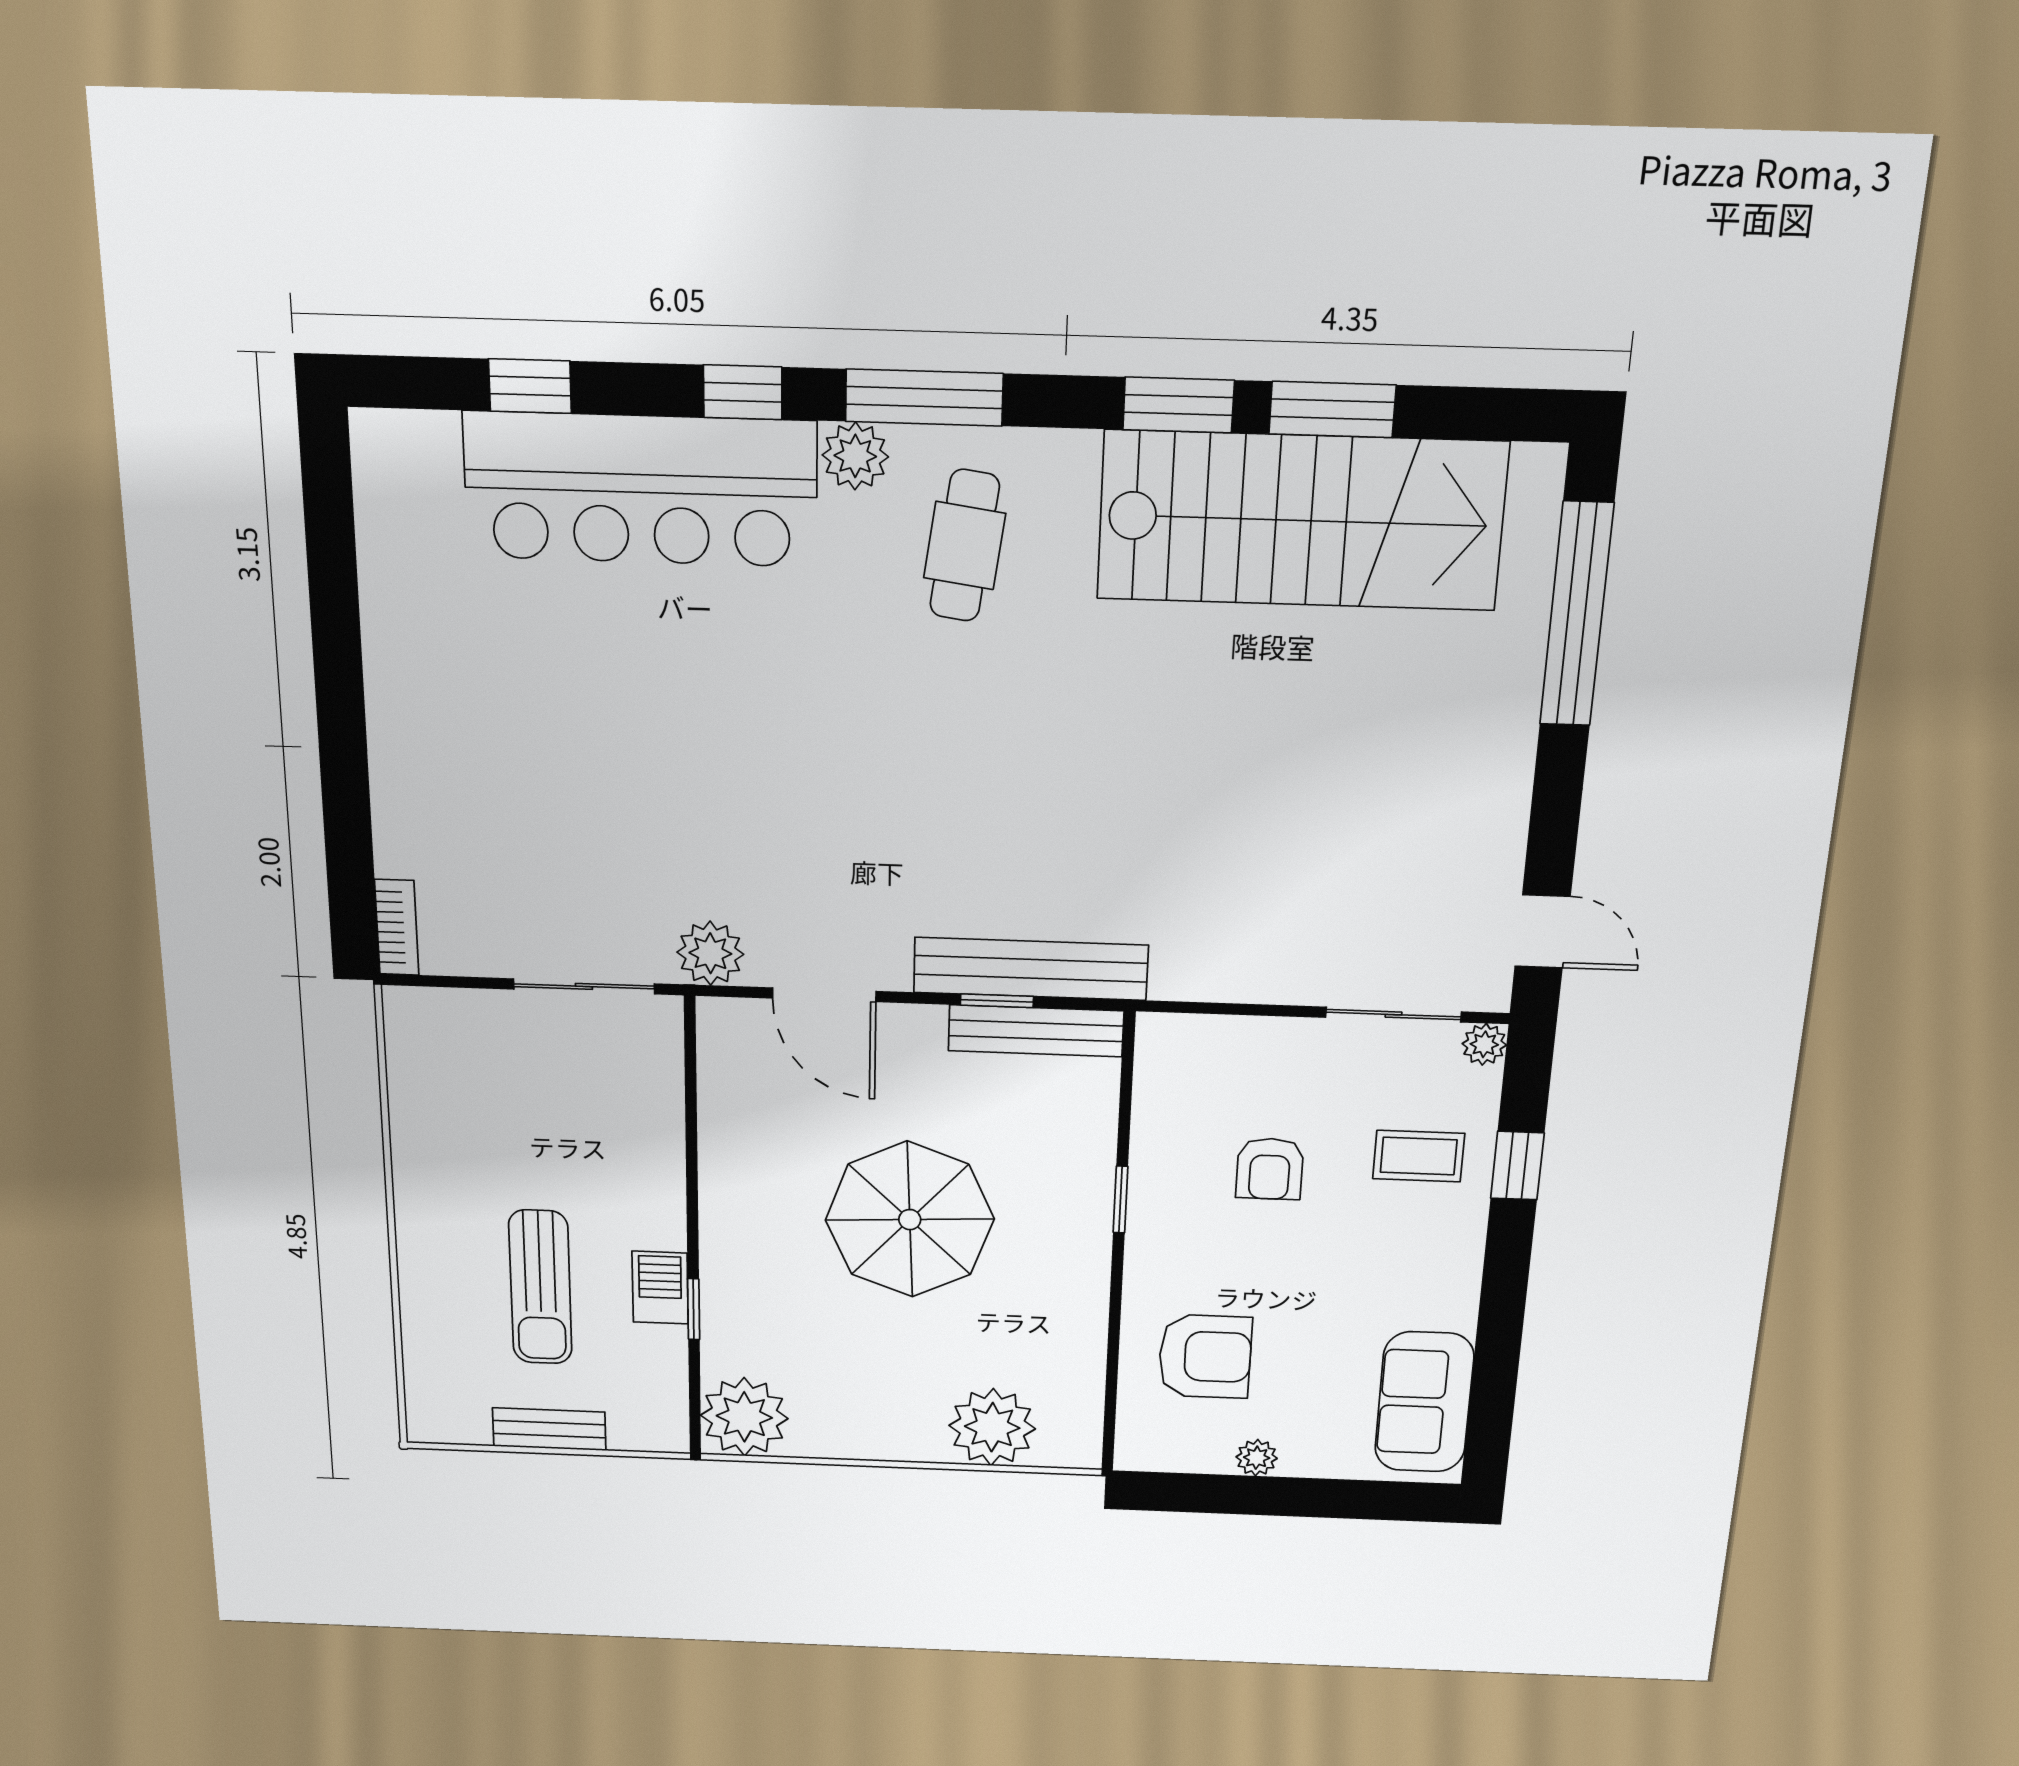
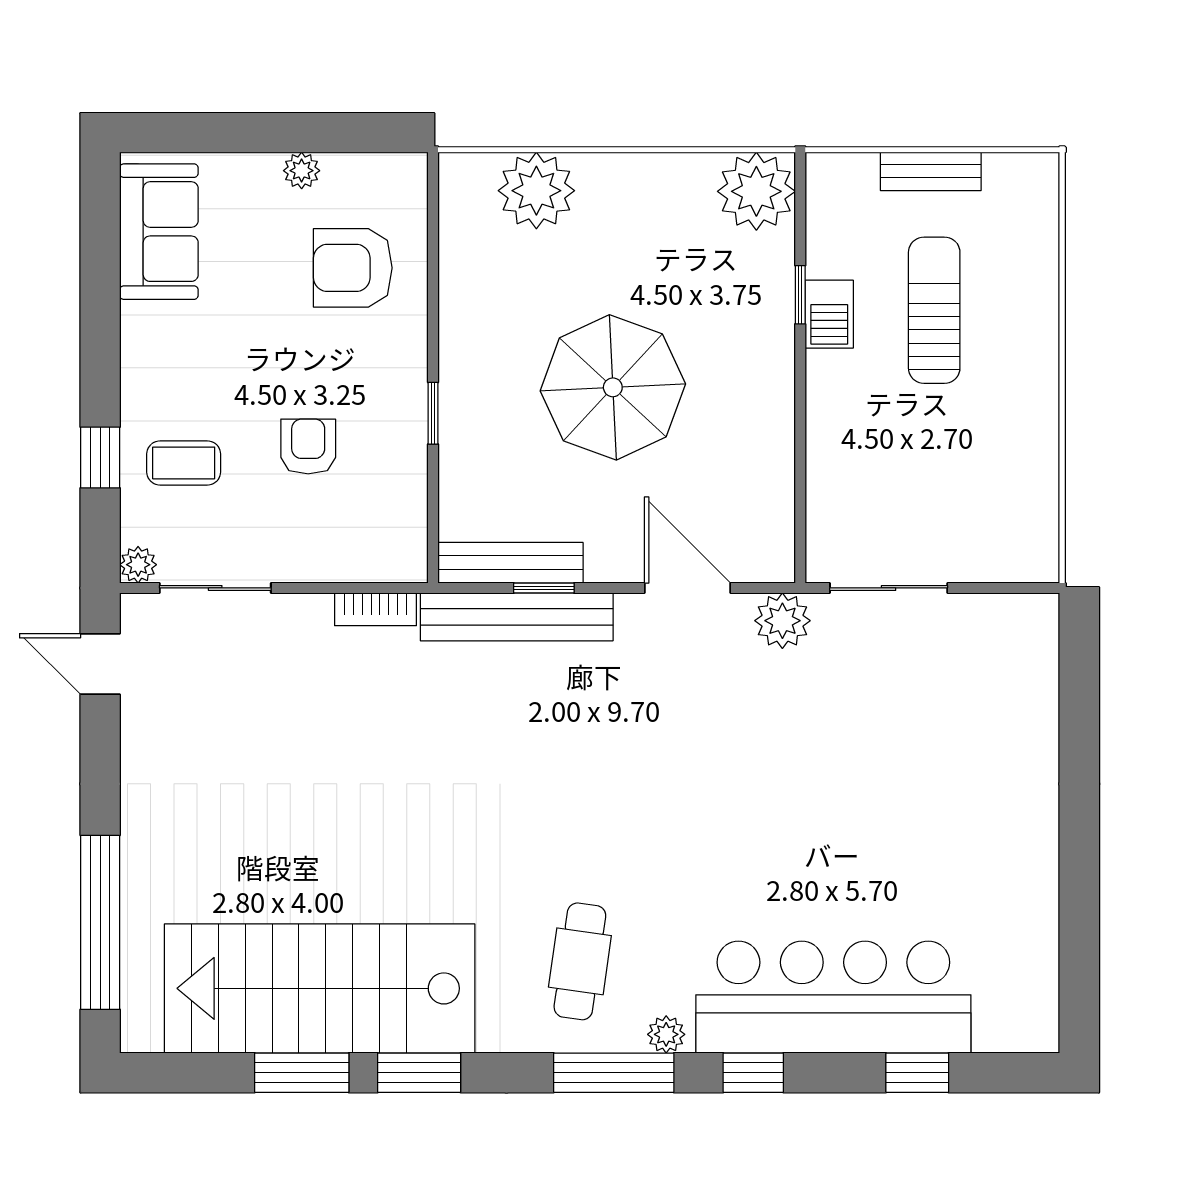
plant: (855, 456) -> (666, 1034), width x0.73, depth x0.73
bookcase: (397, 927) -> (375, 609), moved, turned -90

